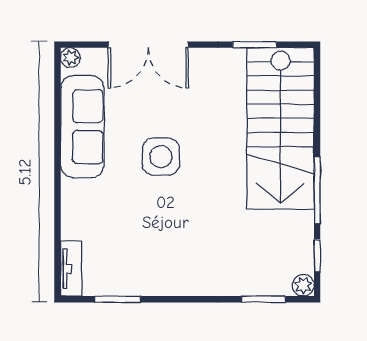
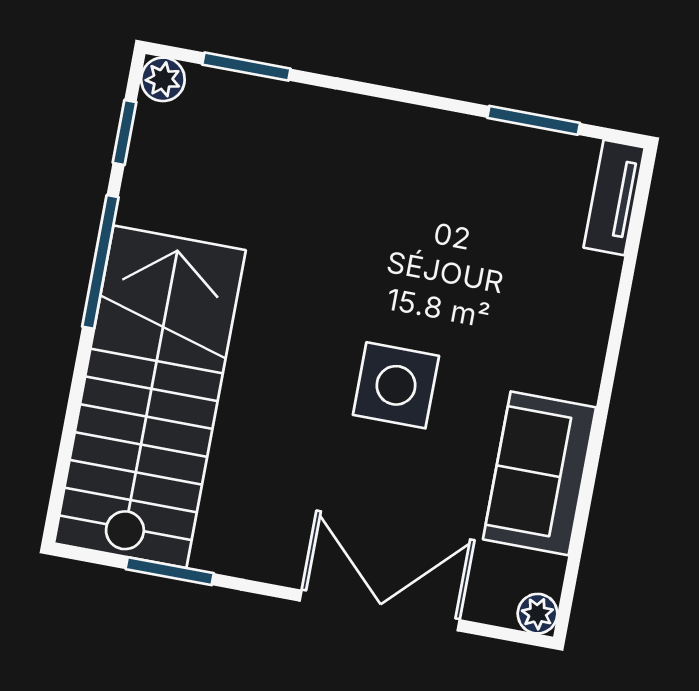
sofa: (82, 127) -> (540, 473), width x0.73

